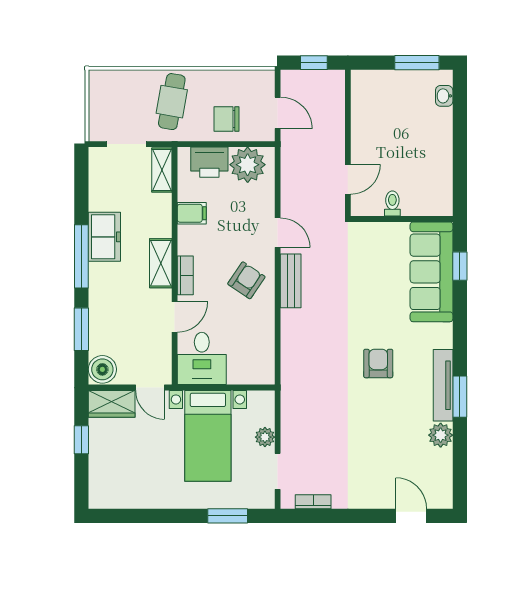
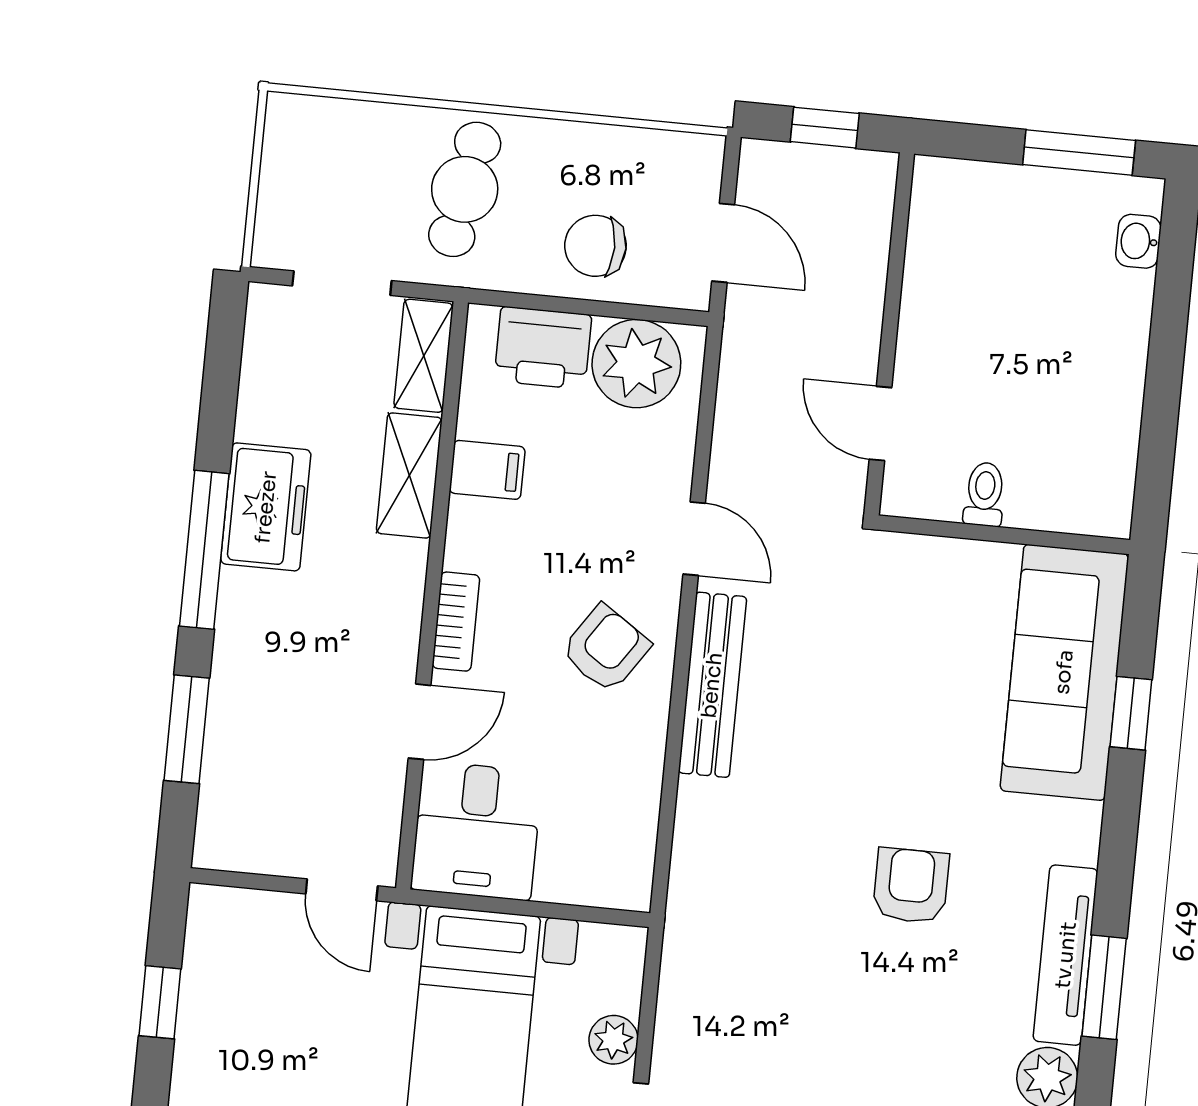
door: (348, 179) -> (880, 423), swing flipped
shelving: (161, 263) -> (409, 475), moved
window: (460, 266) -> (1131, 713), moved
bench: (291, 281) -> (712, 685), width x1.36
boiler: (102, 369) -> (229, 834), removed
wardrobe: (112, 404) -> (243, 921), removed

